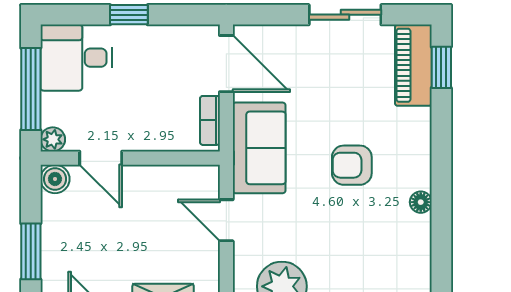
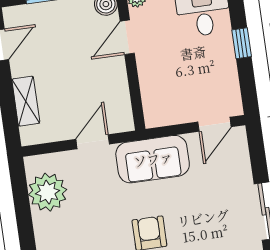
door: (226, 64) -> (214, 124), width x0.73
bookcase: (210, 120) -> (168, 118), removed

